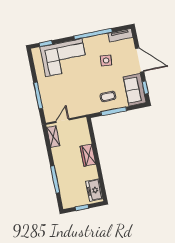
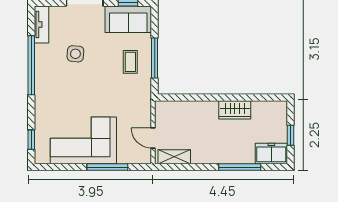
corner sofa: (64, 58) -> (83, 140), moved, turned -90
wardrobe: (88, 155) -> (235, 110), moved
freezer: (94, 190) -> (271, 154), moved, turned 180

